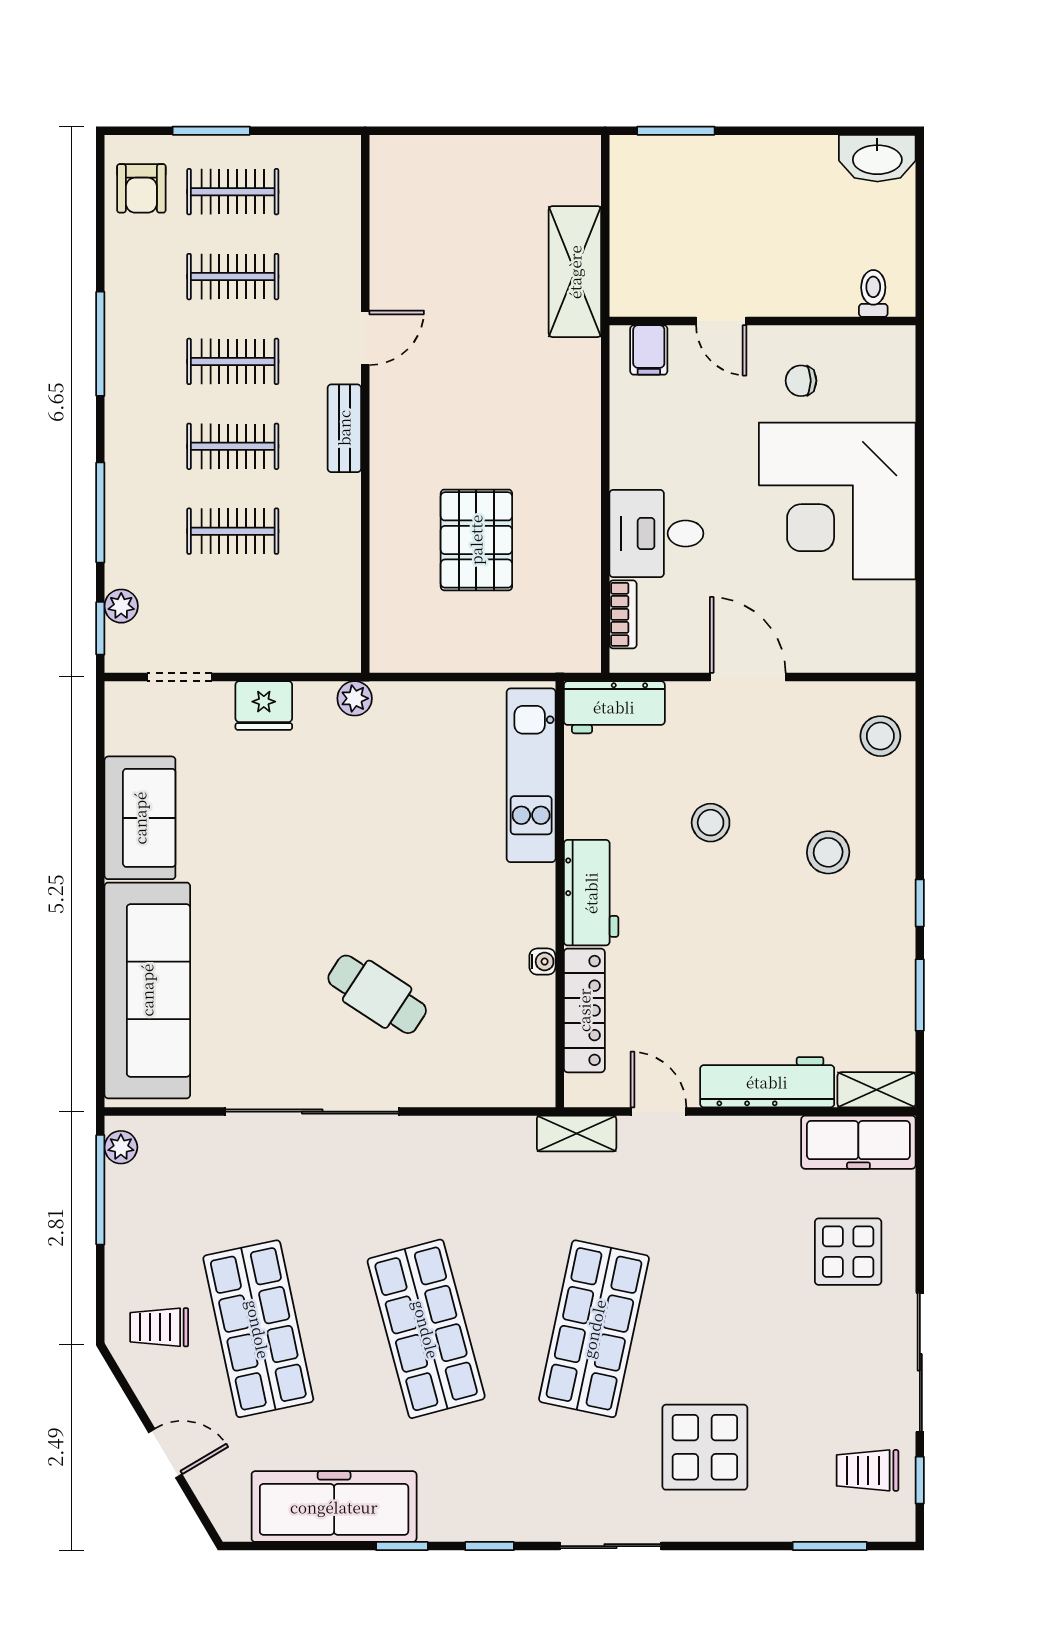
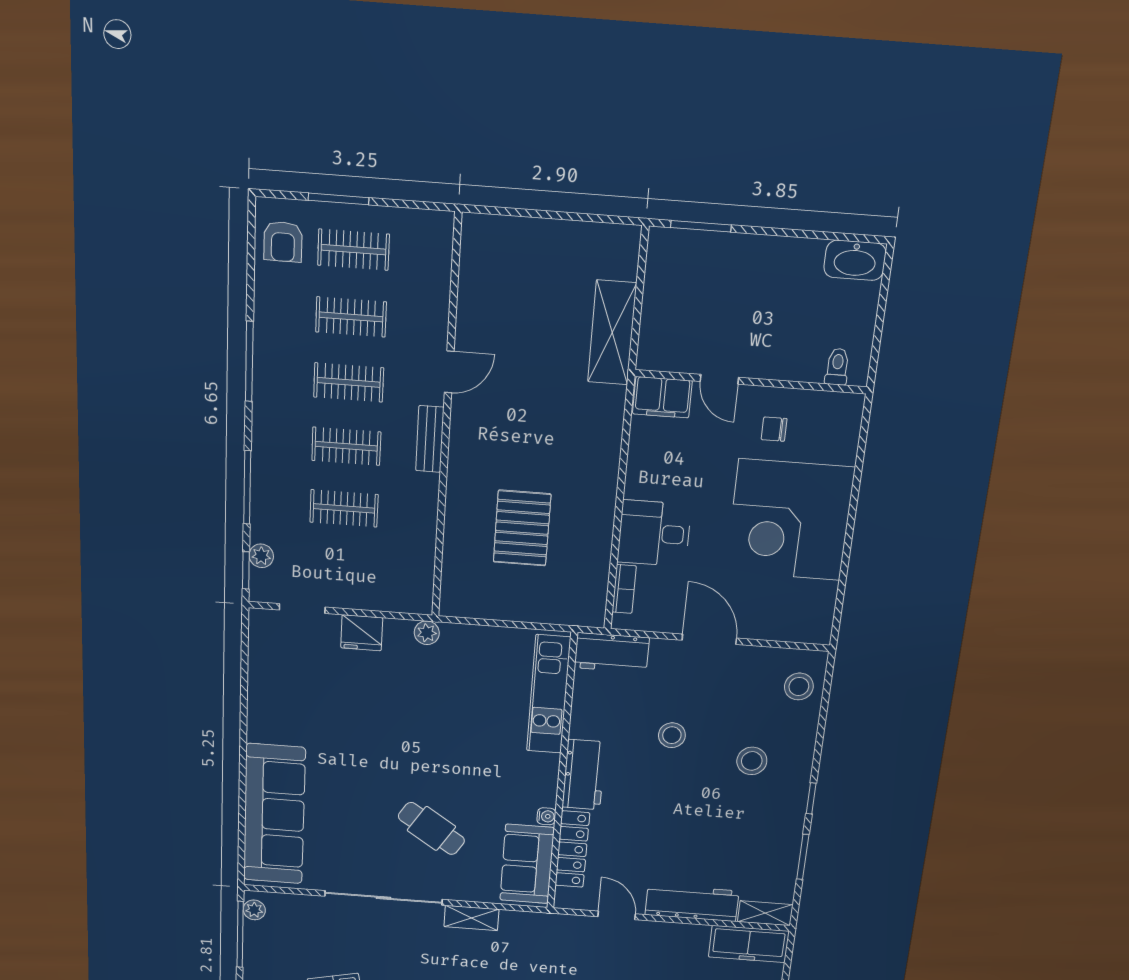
filing cabinet: (649, 350) -> (662, 397), width x2.00
sofa: (140, 818) -> (527, 864), moved, turned 180
shelving: (577, 1134) -> (471, 918), moved

